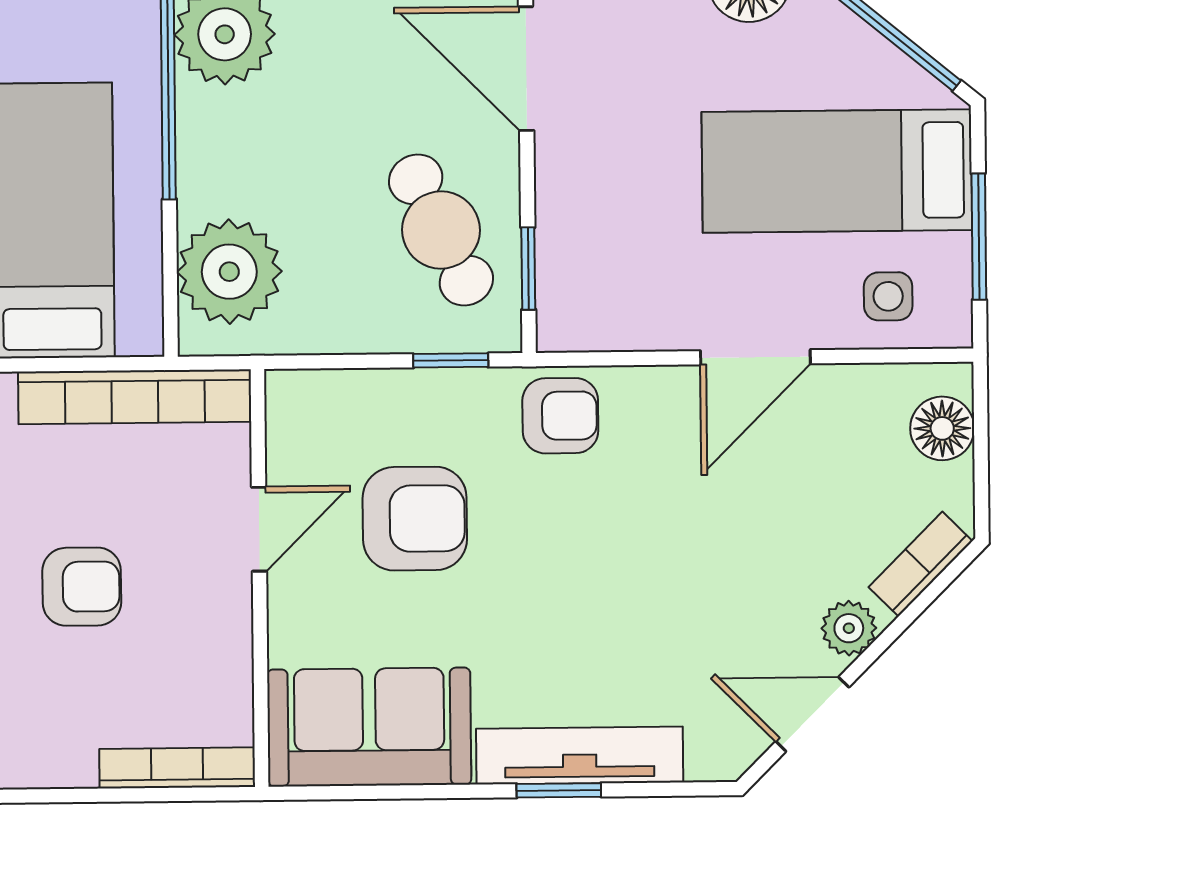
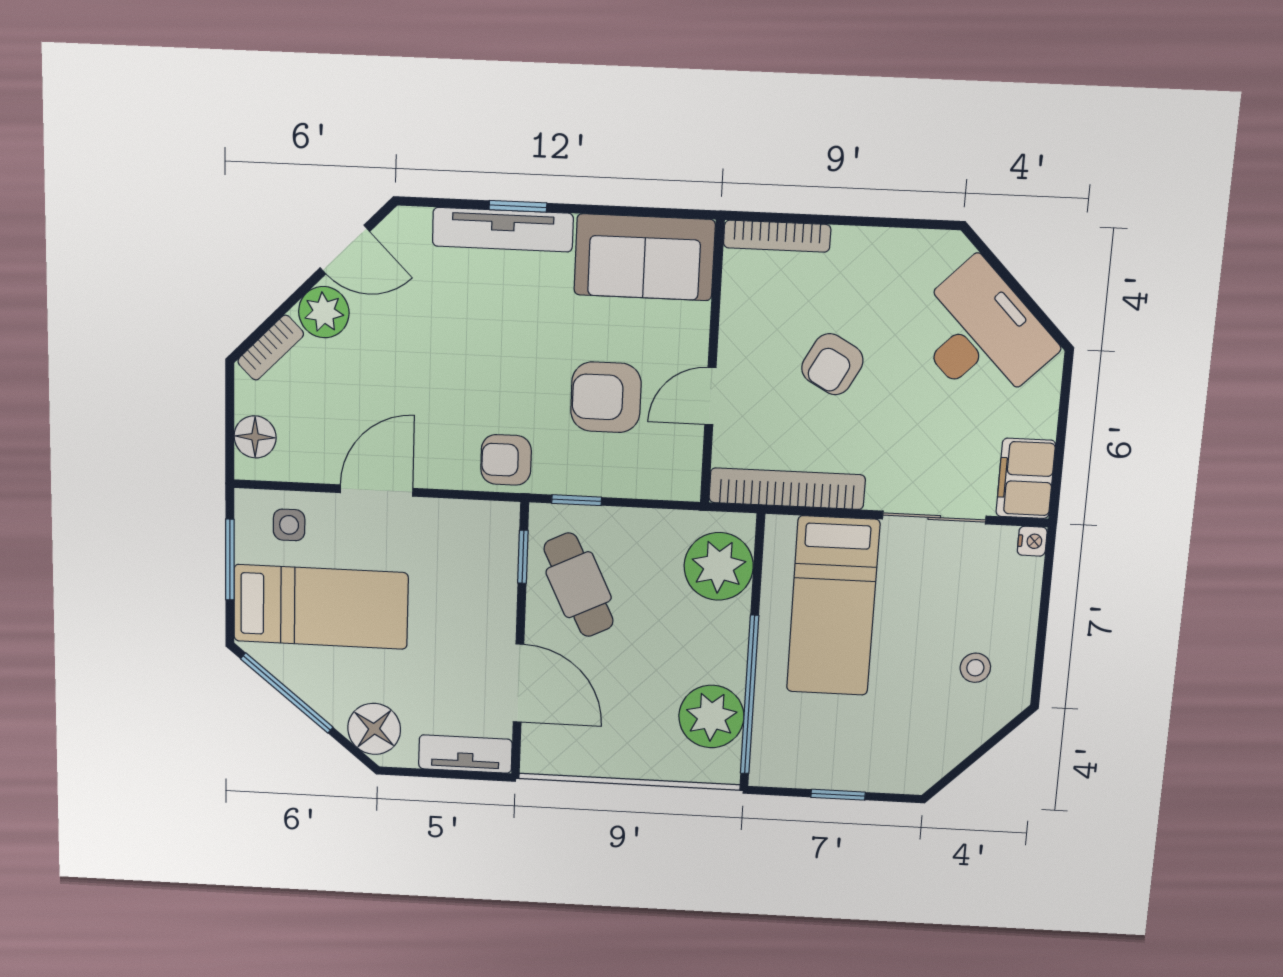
armchair: (82, 587) -> (832, 364), turned -61
plant: (849, 628) -> (324, 312), width x1.38, depth x1.38

